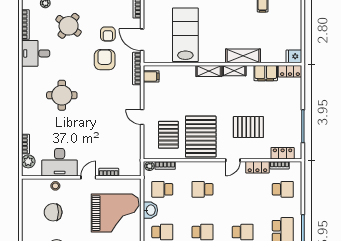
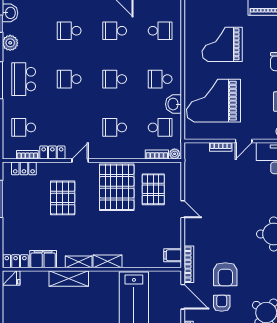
pallet: (248, 127) -> (63, 198), turned 90
school desk: (202, 189) -> (115, 127), turned 180

